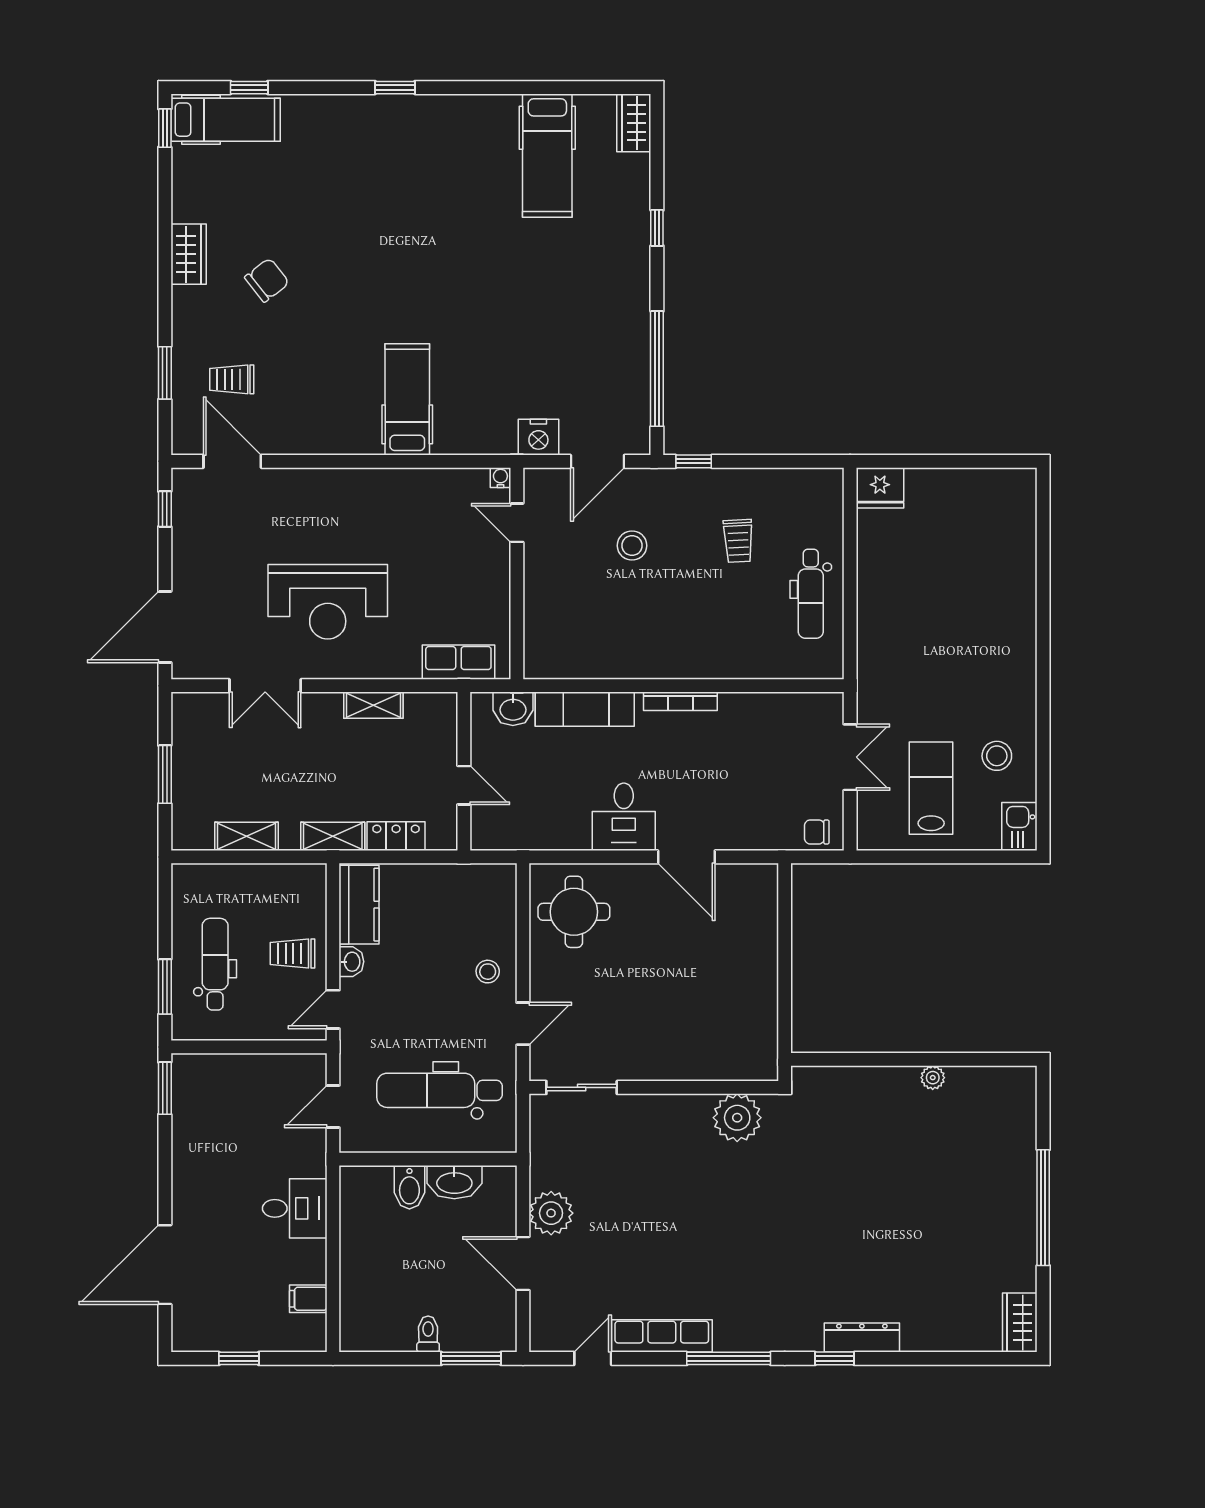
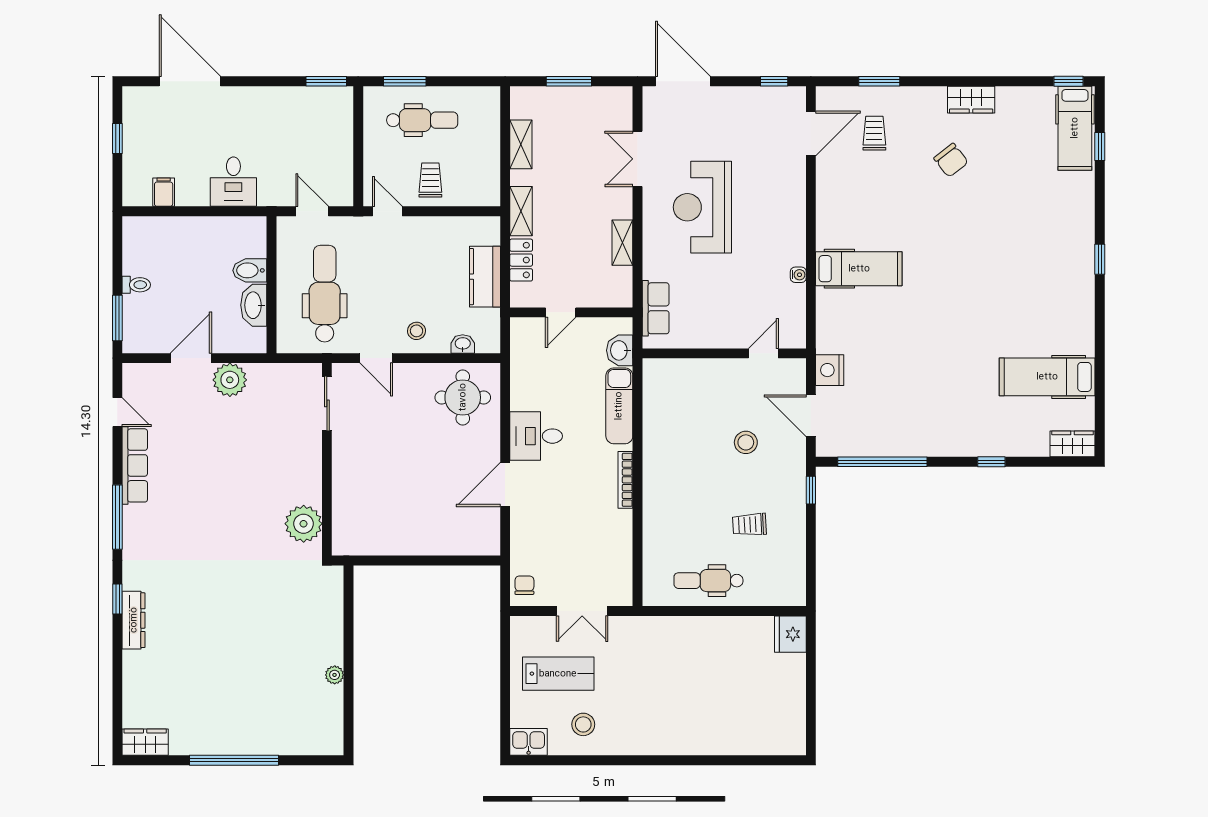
water cooler: (500, 478) -> (798, 275), moved
kitchen counter: (359, 905) -> (485, 277), moved, turned 90
washbasin: (351, 962) -> (463, 344), moved, turned 180

